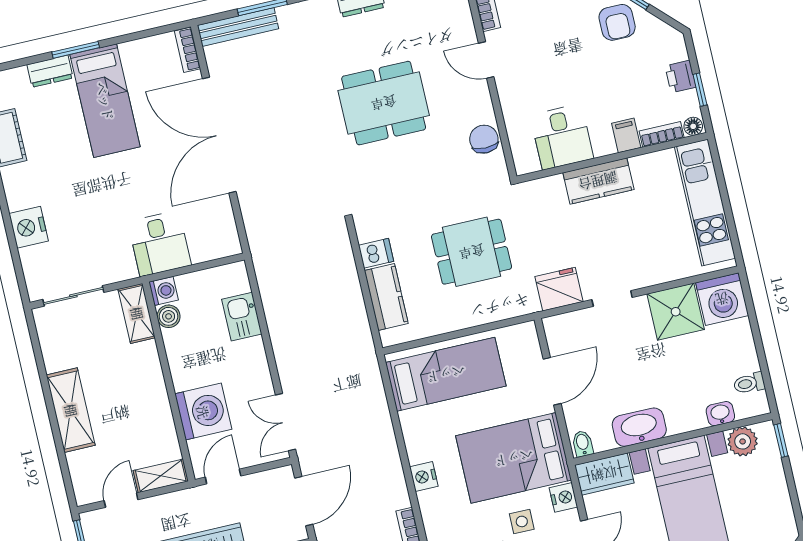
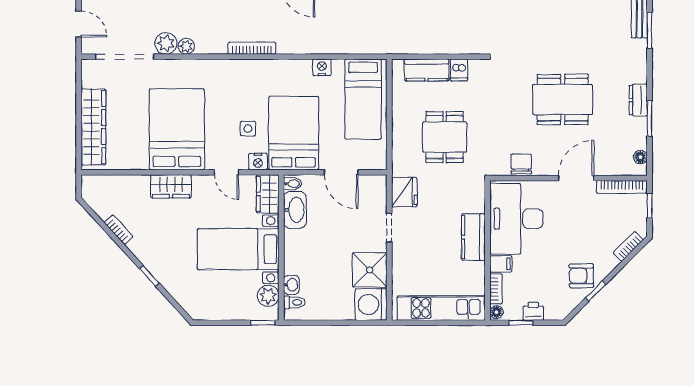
door: (486, 60) -> (576, 178), width x1.38
dining table: (384, 103) -> (563, 100), turned 90
desk: (562, 137) -> (516, 219), width x1.87, depth x1.30
chair: (484, 139) -> (521, 164), turned -90
toilet: (749, 383) -> (294, 302), moved, turned 90
washbasin: (639, 427) -> (295, 210), moved
nightstand: (424, 477) -> (322, 67), moved

